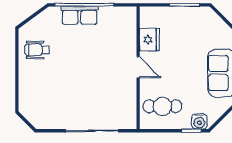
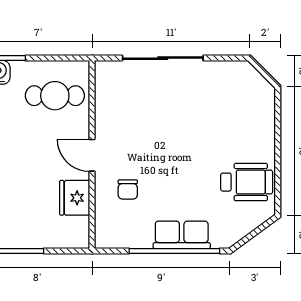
chair: (115, 45) -> (128, 190), added
wheelchair: (37, 50) -> (247, 182), width x1.36, depth x1.37

